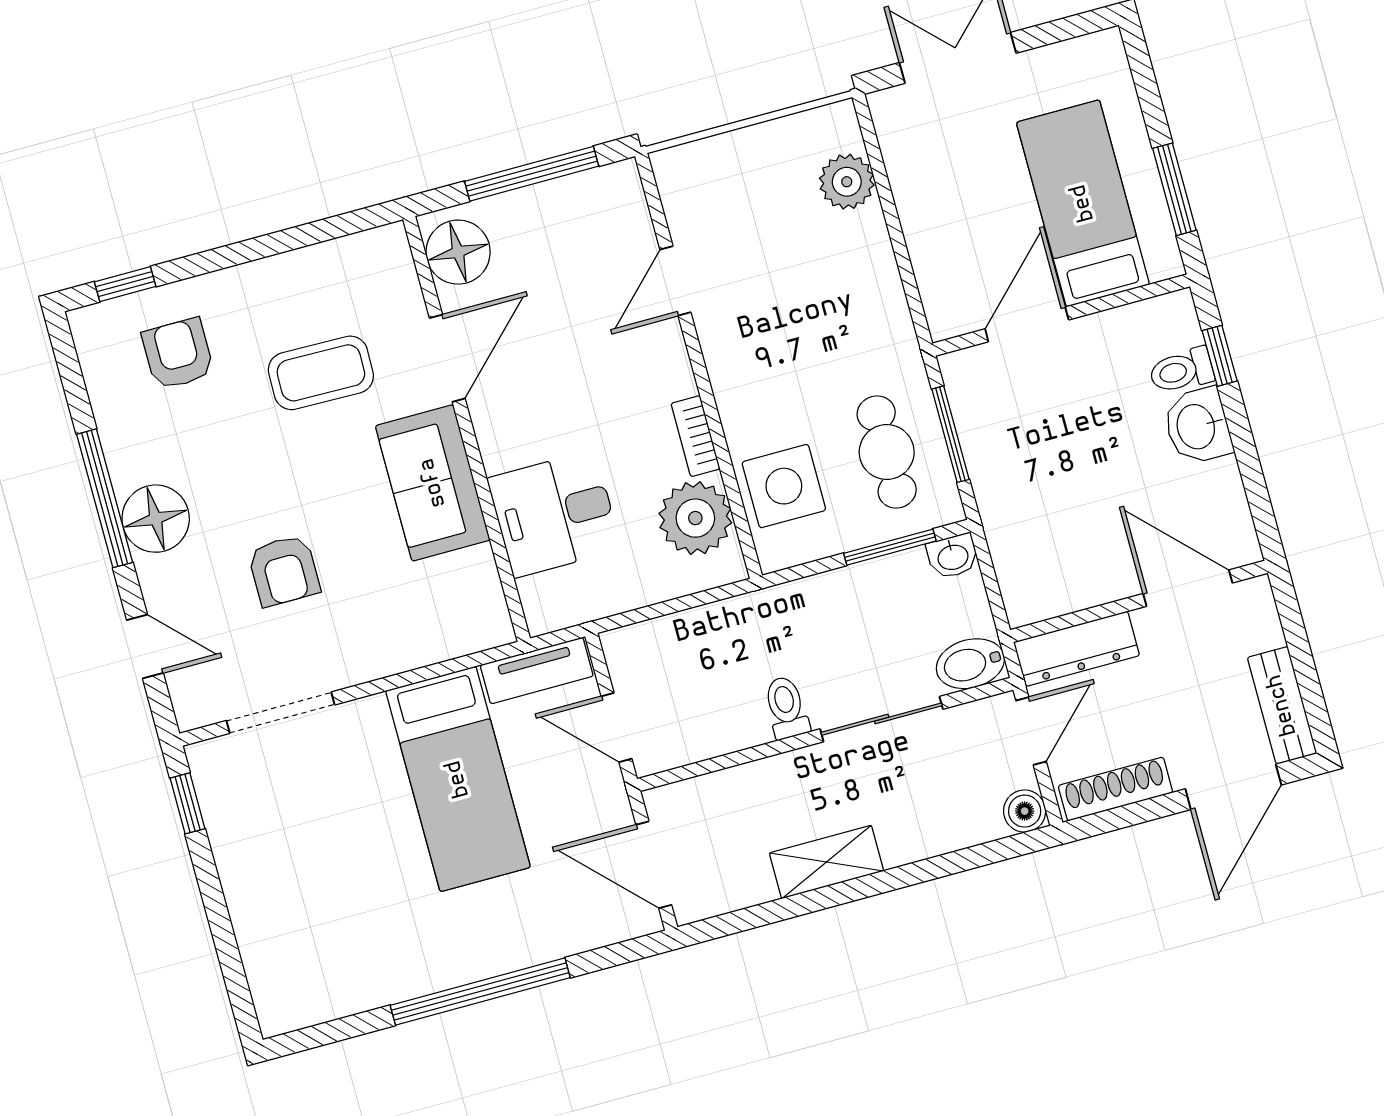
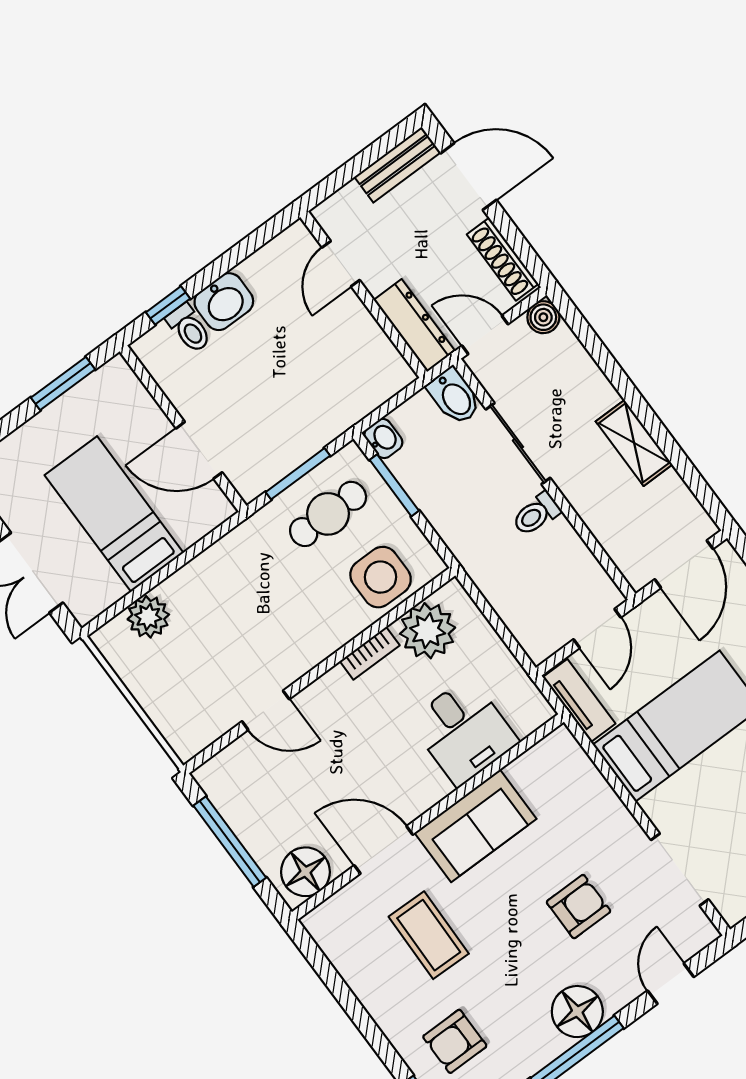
bed: (1083, 203) -> (114, 514), moved, turned 90
door: (1188, 588) -> (341, 264), width x0.73

